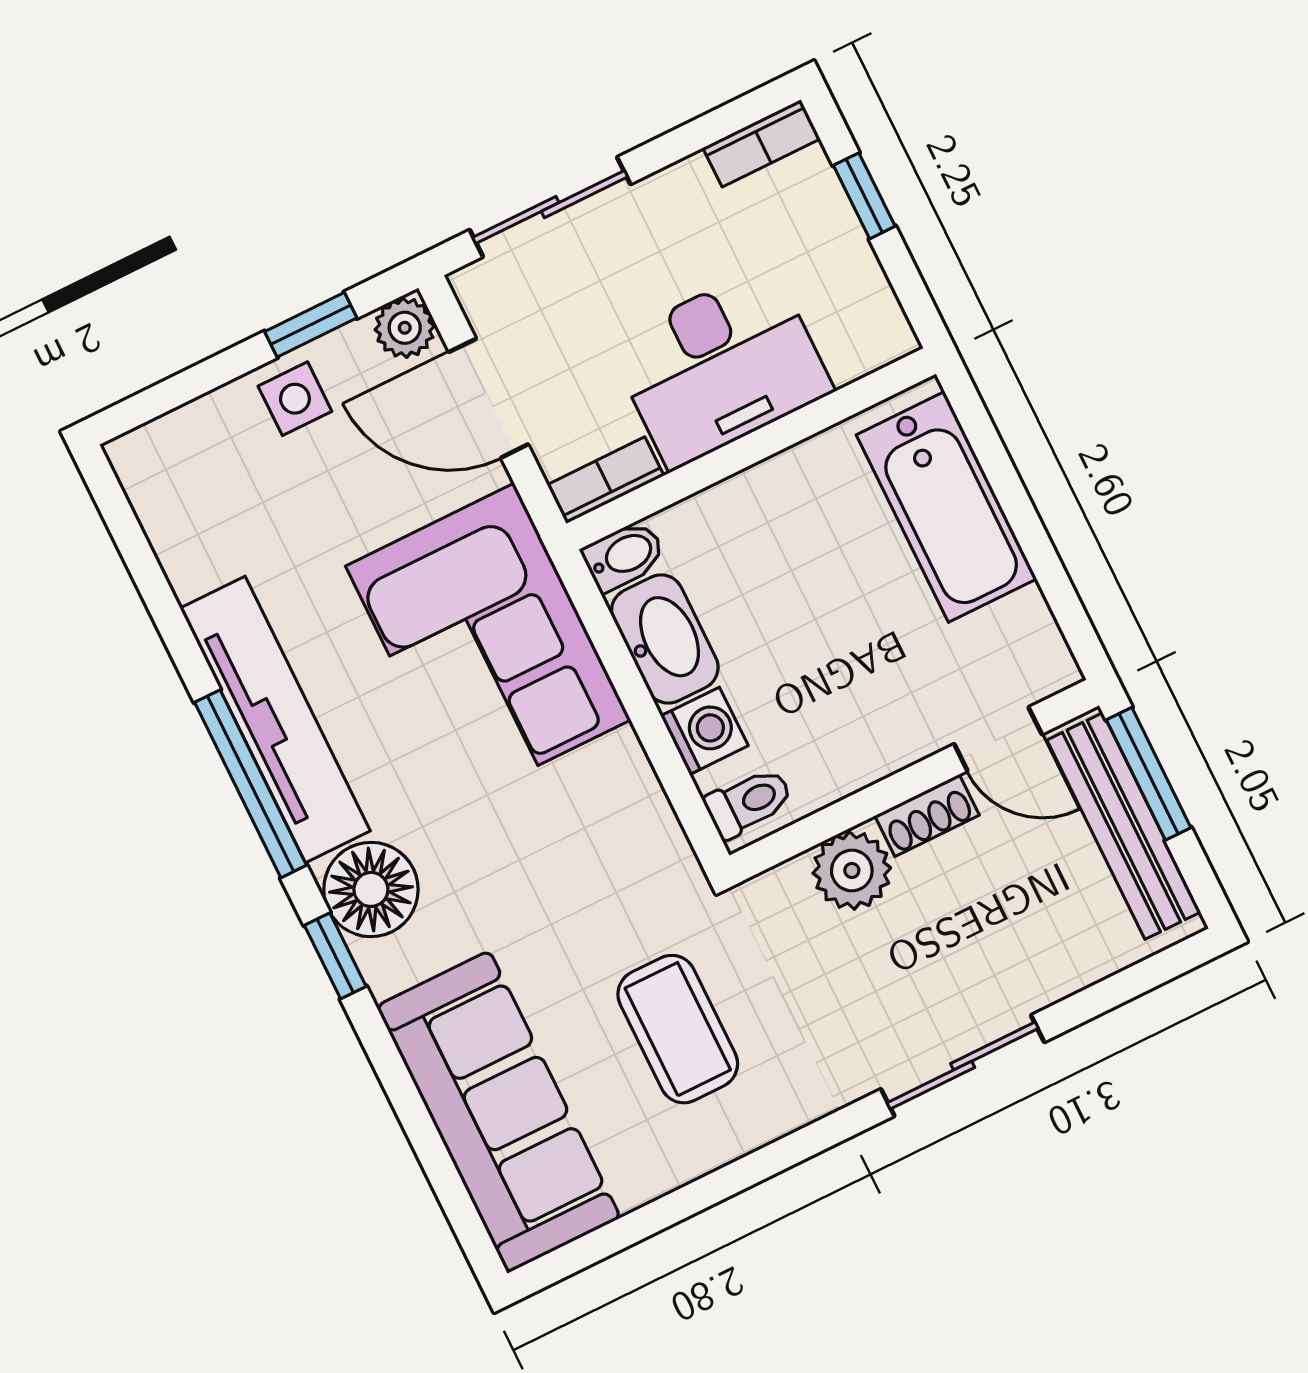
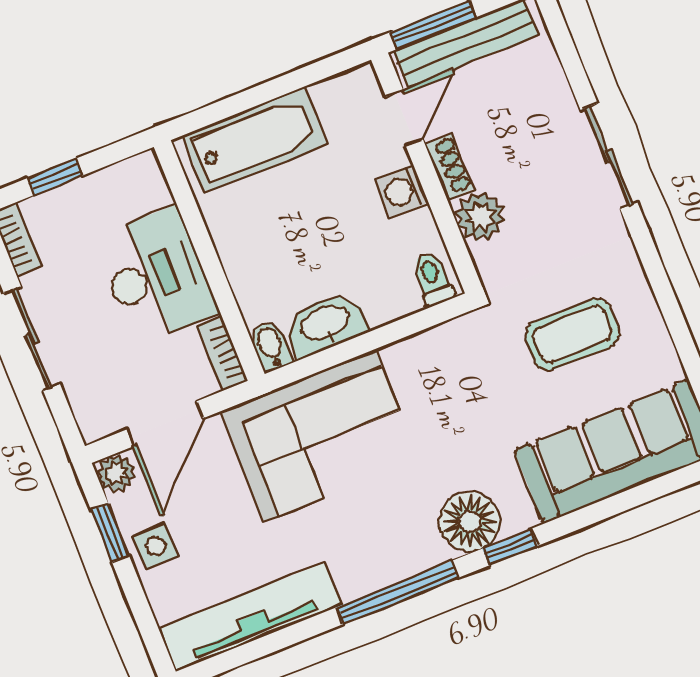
sliding door: (550, 207) -> (32, 339), moved
tv unit: (275, 719) -> (250, 617), moved
washing machine: (704, 731) -> (402, 191), moved, turned -90

